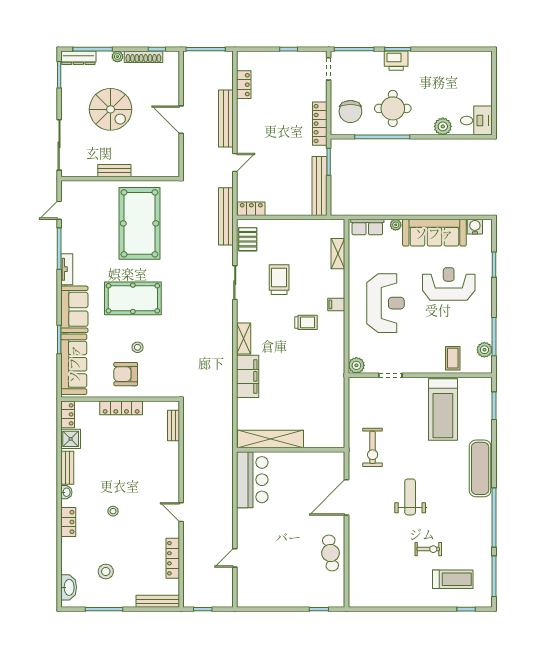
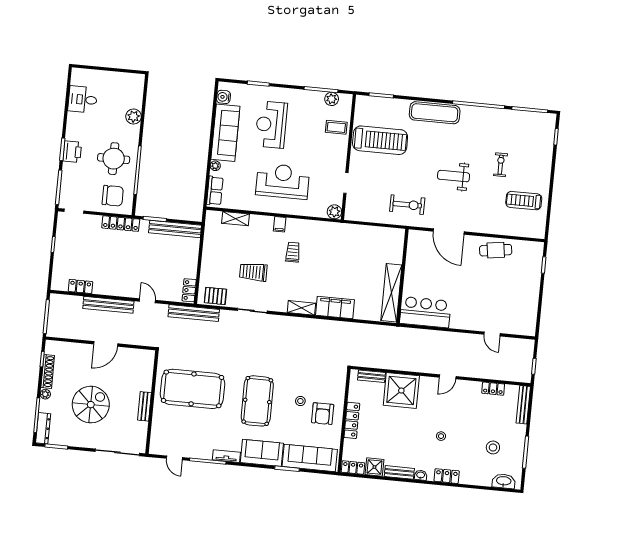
desk: (476, 120) -> (83, 100), moved, turned -90
shower: (160, 461) -> (401, 391), added
locker: (173, 558) -> (493, 389), width x0.66
treadmill: (453, 579) -> (524, 201), moved, turned -90

